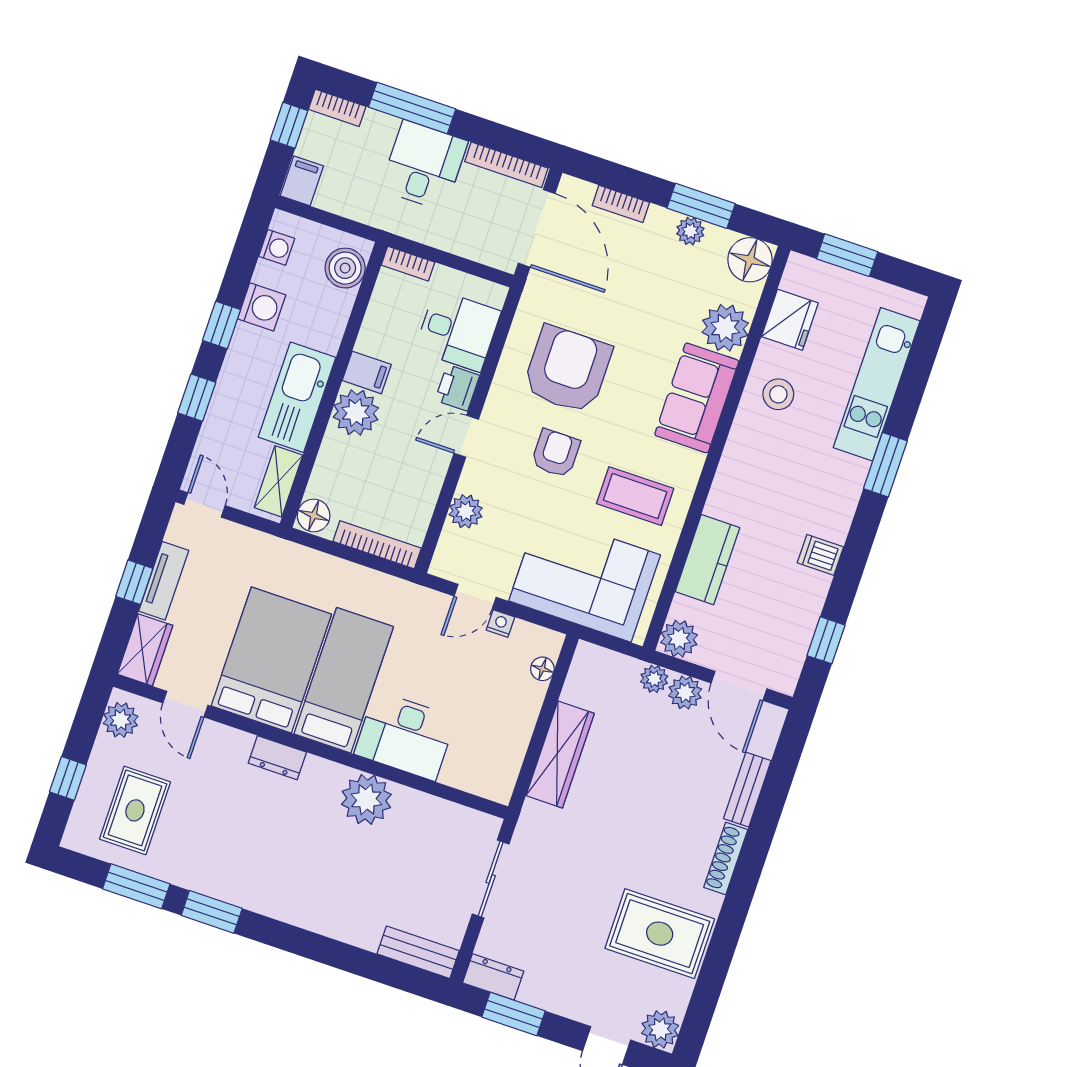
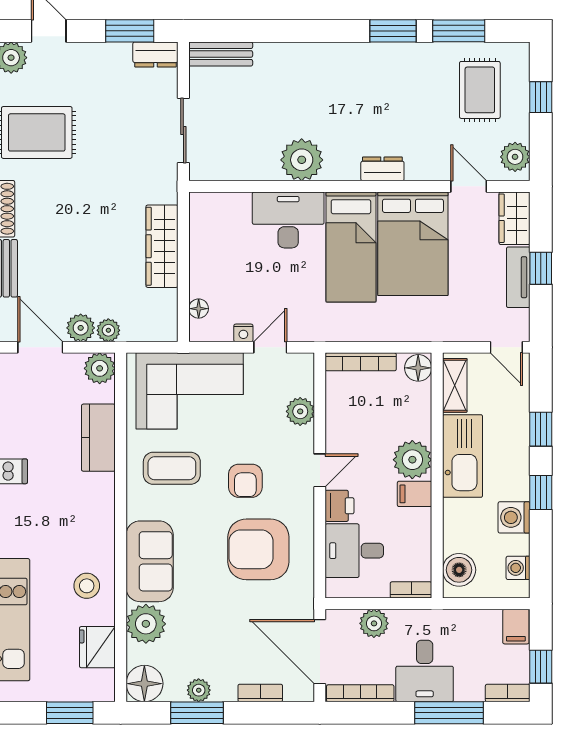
plant: (463, 240) -> (374, 623), added
armchair: (567, 369) -> (258, 549), turned 90

